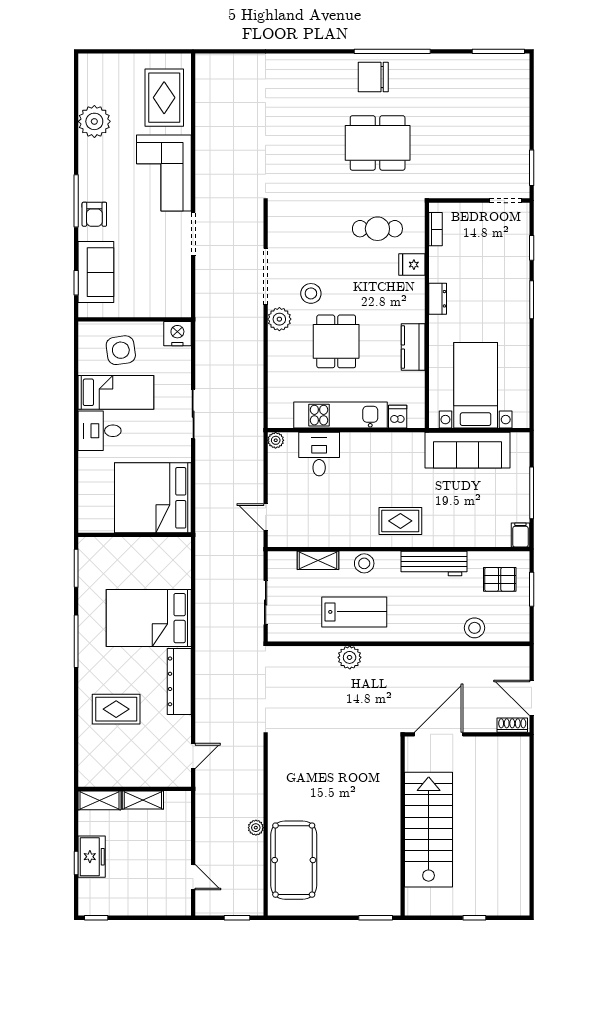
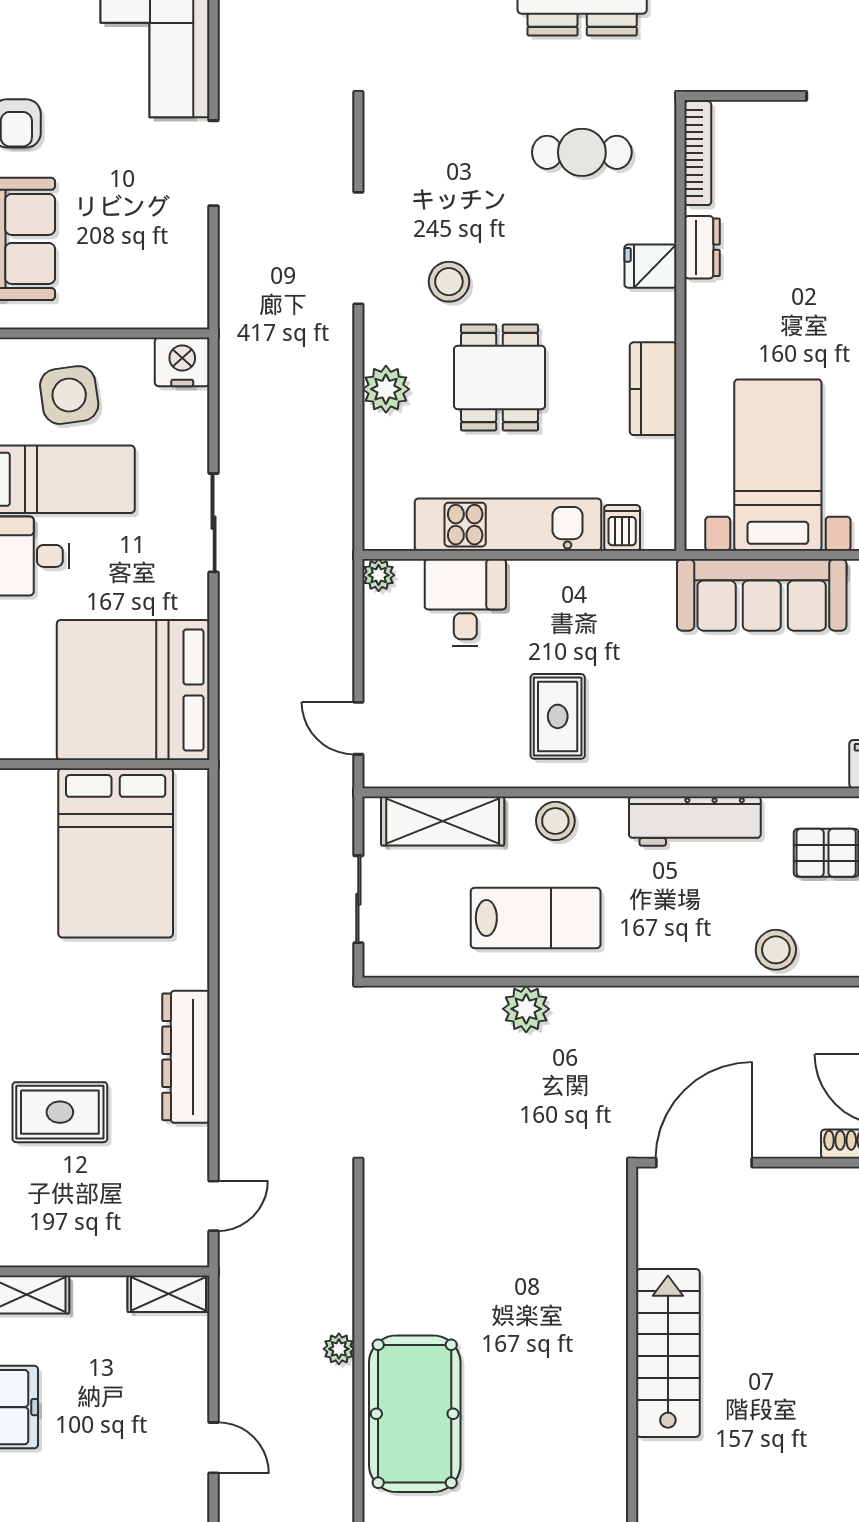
bookcase: (435, 229) -> (698, 153), width x1.56
fridge: (412, 265) -> (650, 266), moved
dresser: (438, 299) -> (702, 247), moved
plant: (279, 319) -> (386, 389), moved
rug: (400, 521) -> (558, 716), moved, turned 90
shelving: (318, 560) -> (443, 821), width x1.50, depth x1.33
bed: (149, 618) -> (116, 853), moved, turned -90
shelving: (143, 800) -> (169, 1294), moved
stairs: (429, 830) -> (668, 1353), width x0.73, depth x0.66

